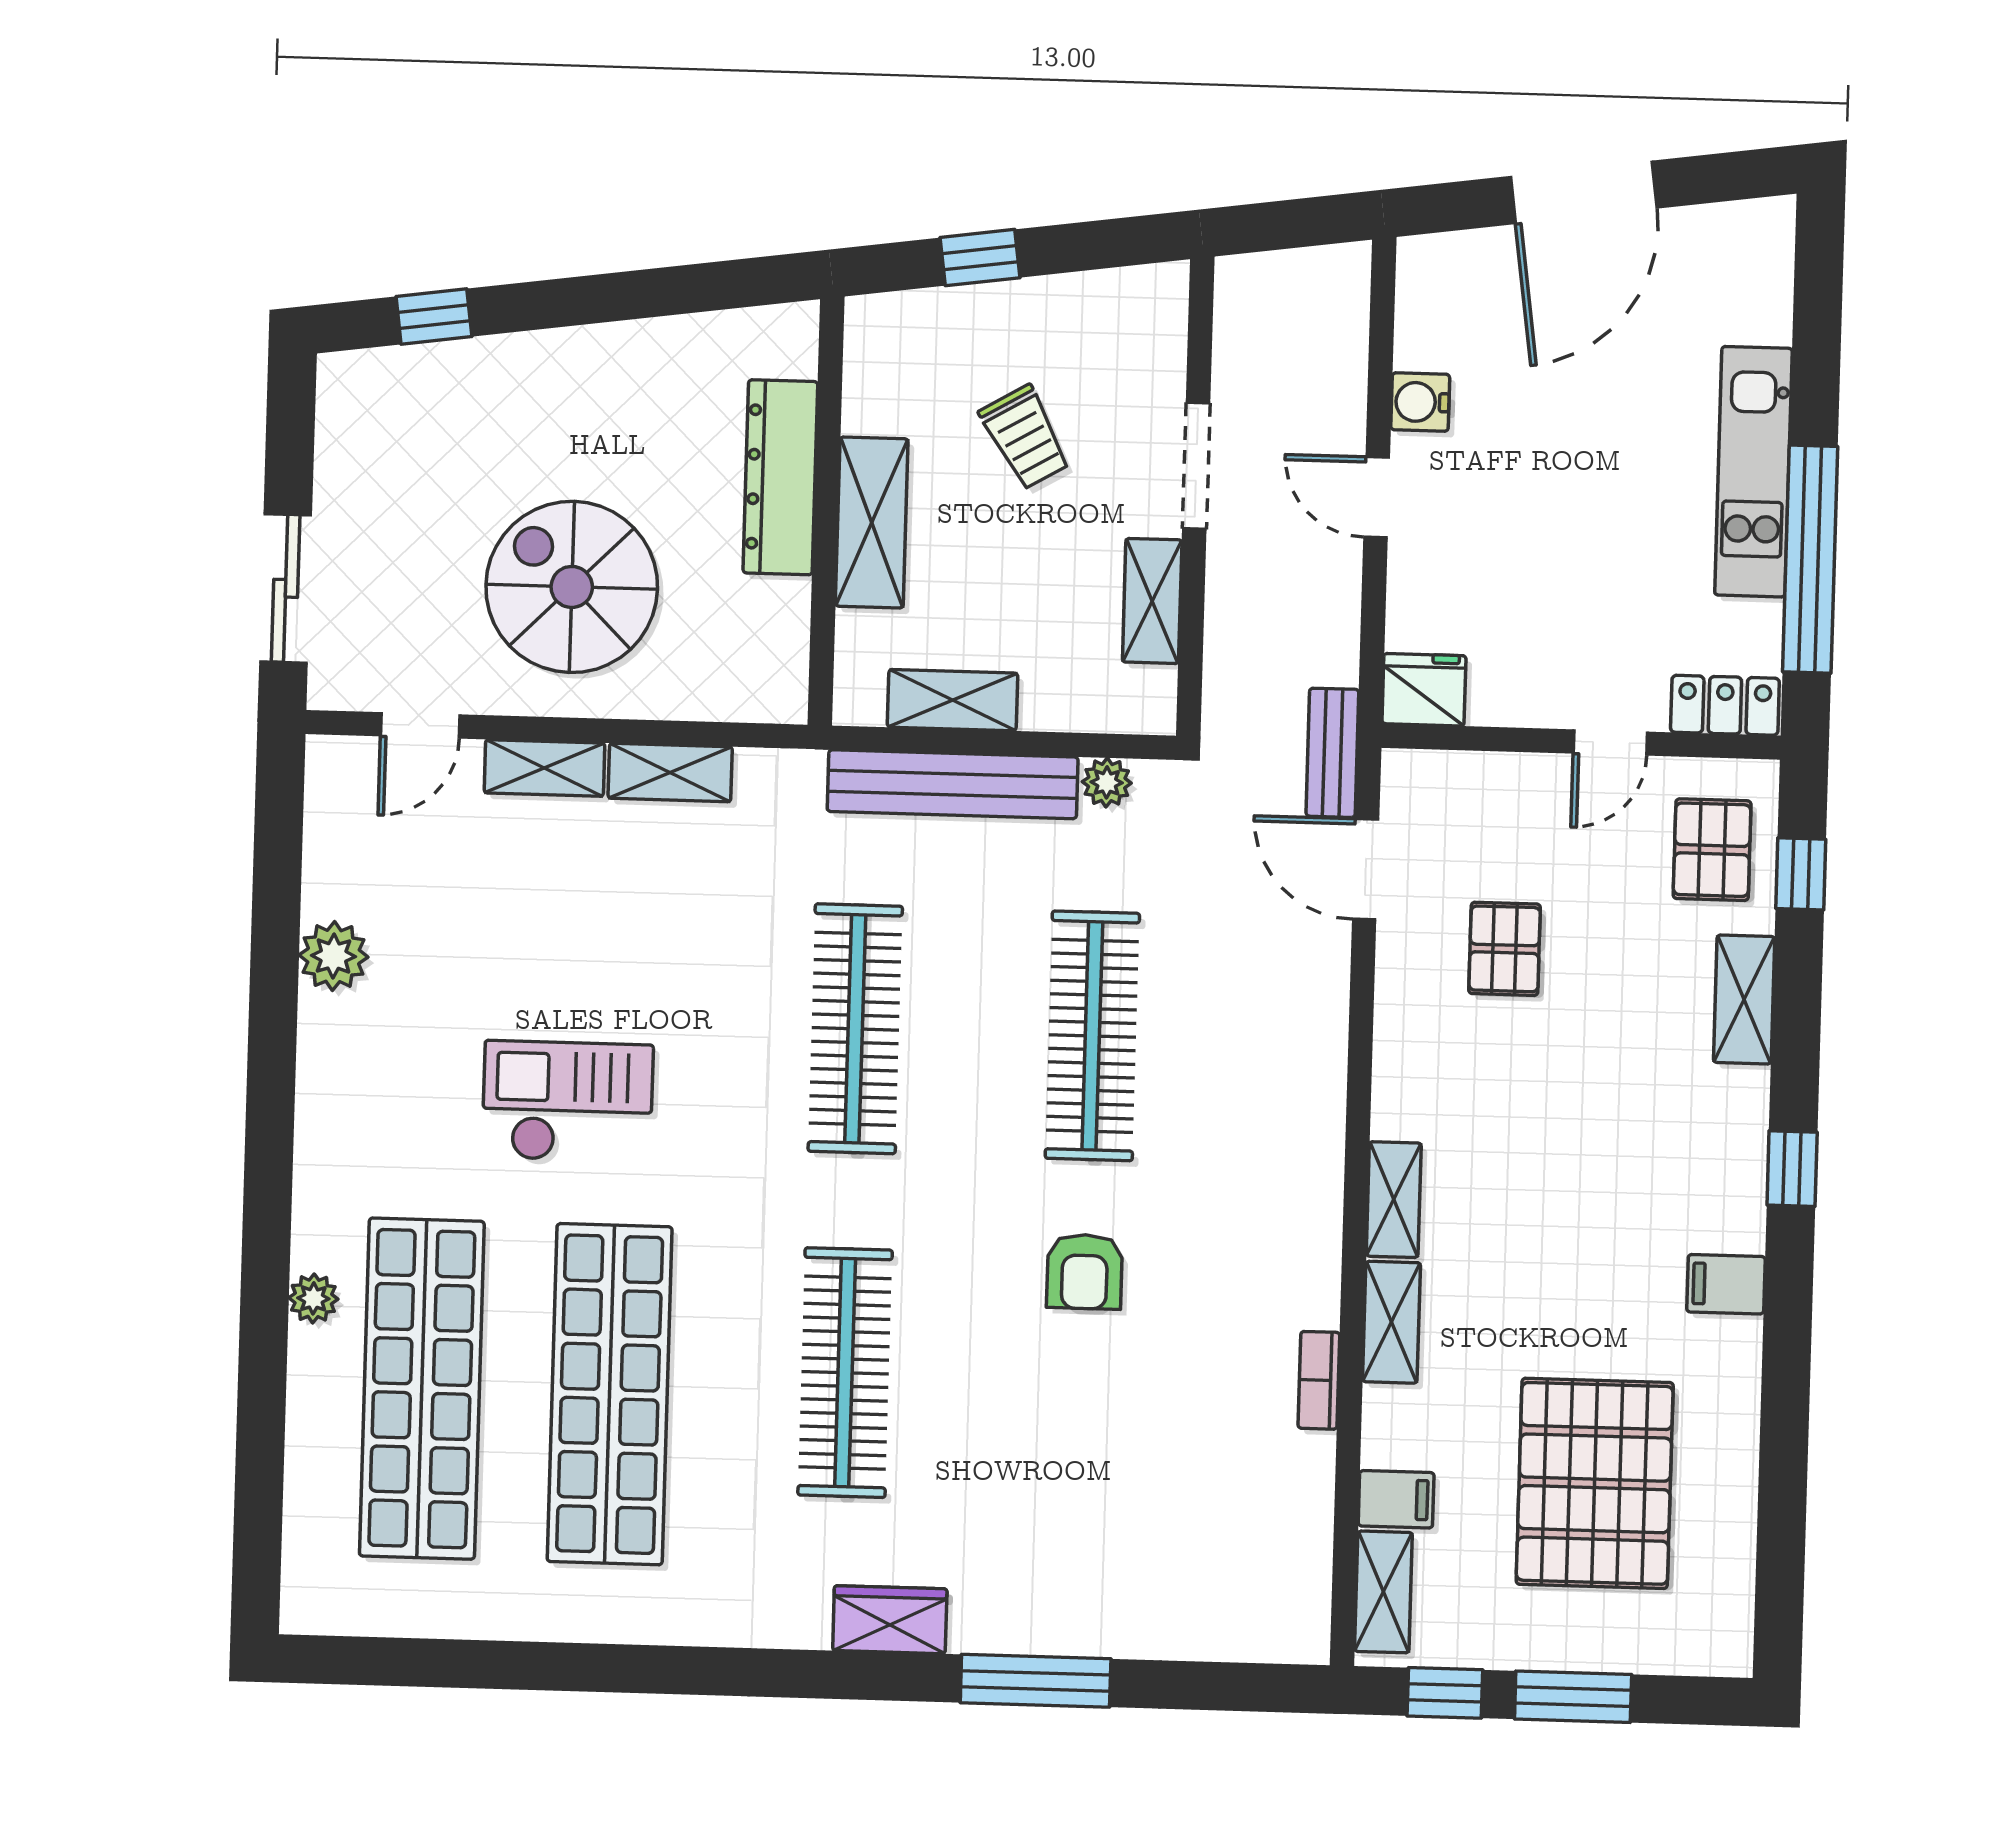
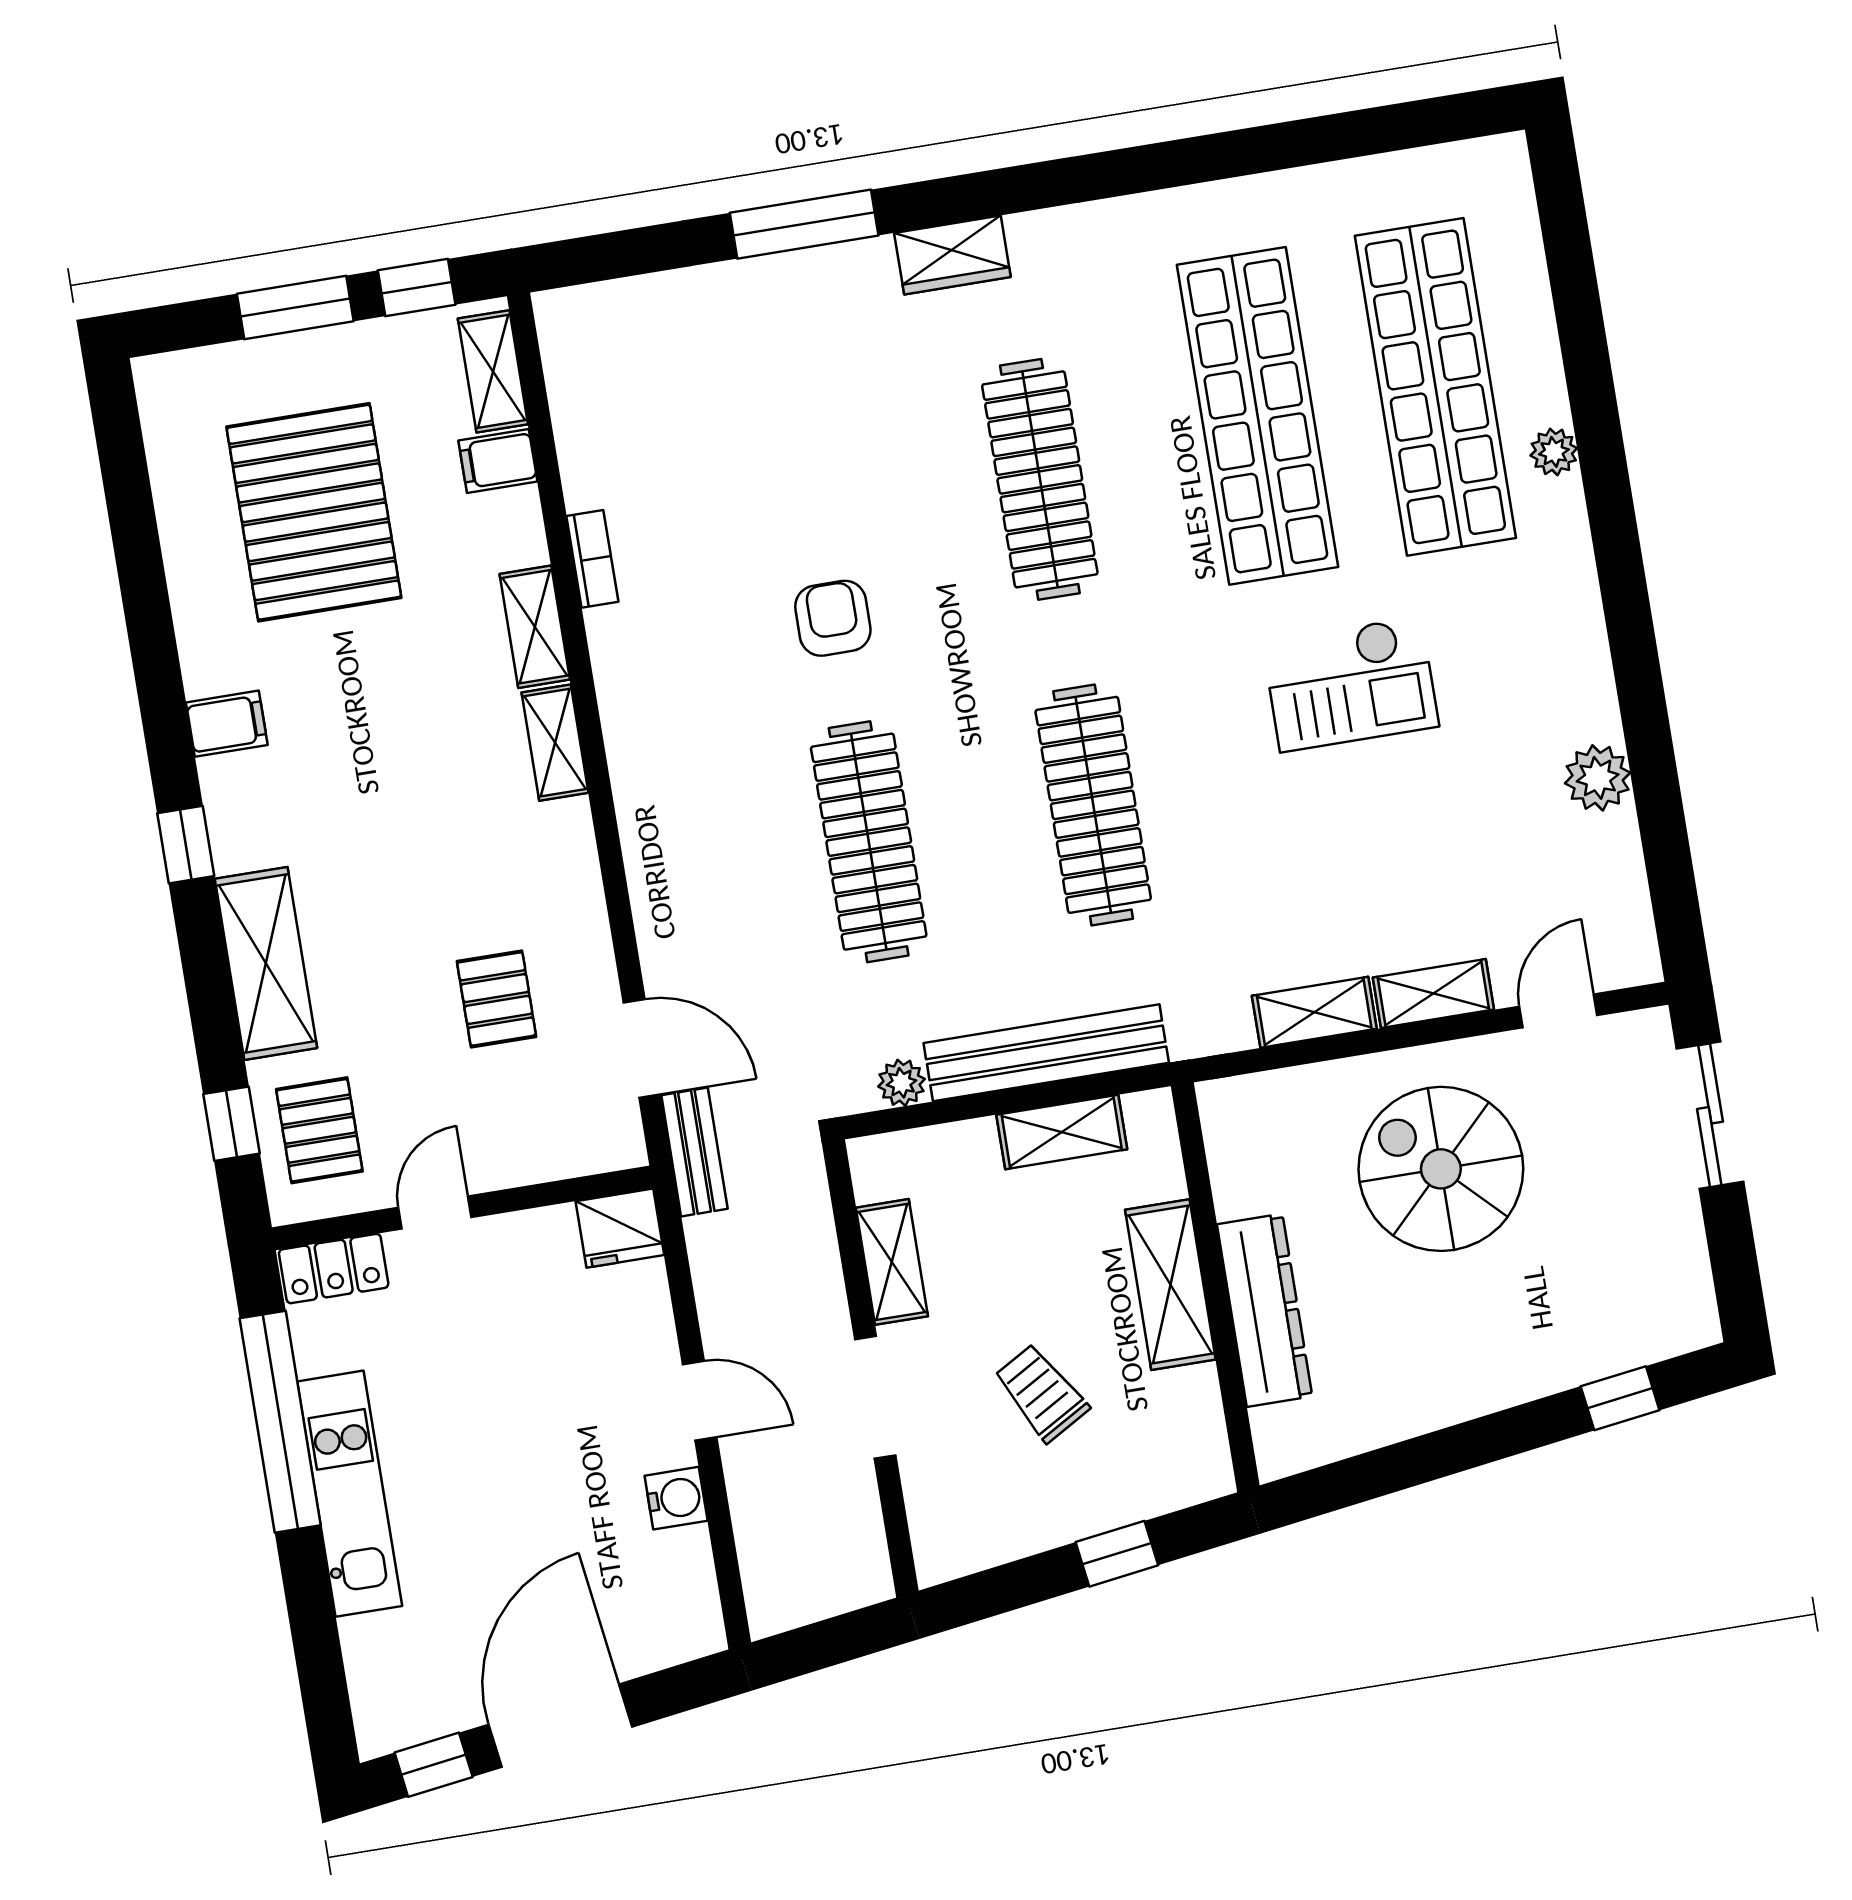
window: (1721, 177) -> (434, 1765), added
spiral stairs: (572, 587) -> (1441, 1169), turned 180
shelving: (1744, 999) -> (266, 963), width x1.50, depth x1.33

